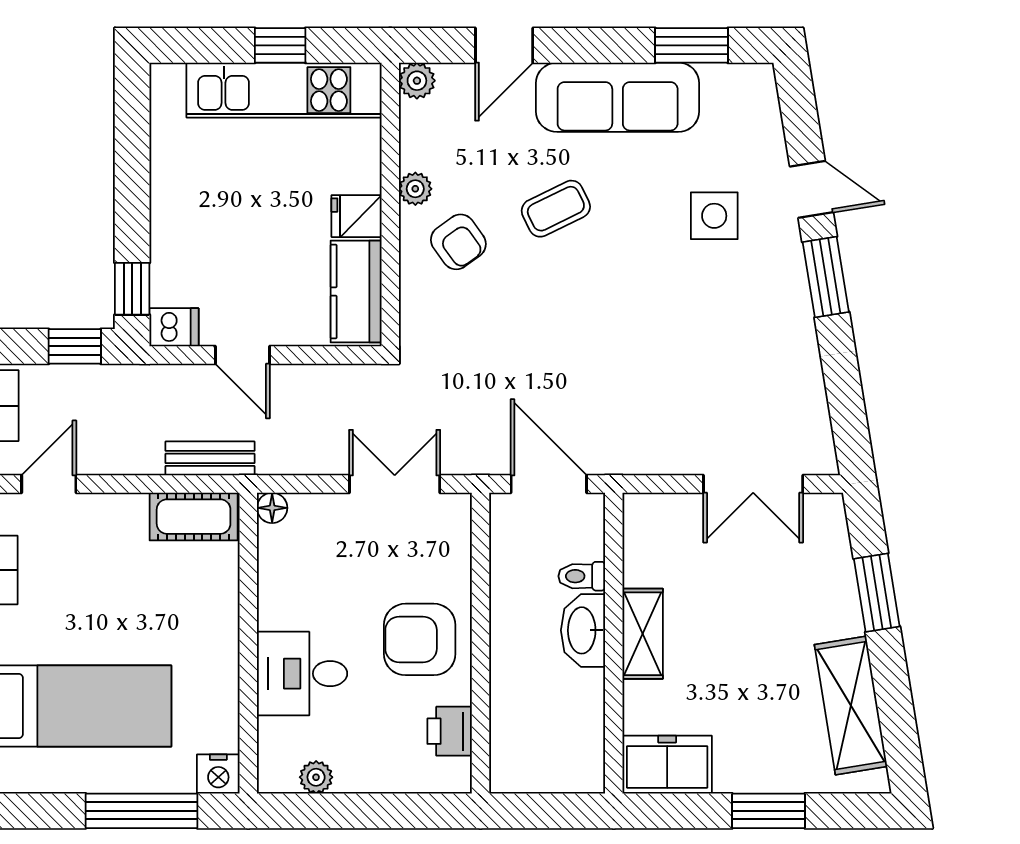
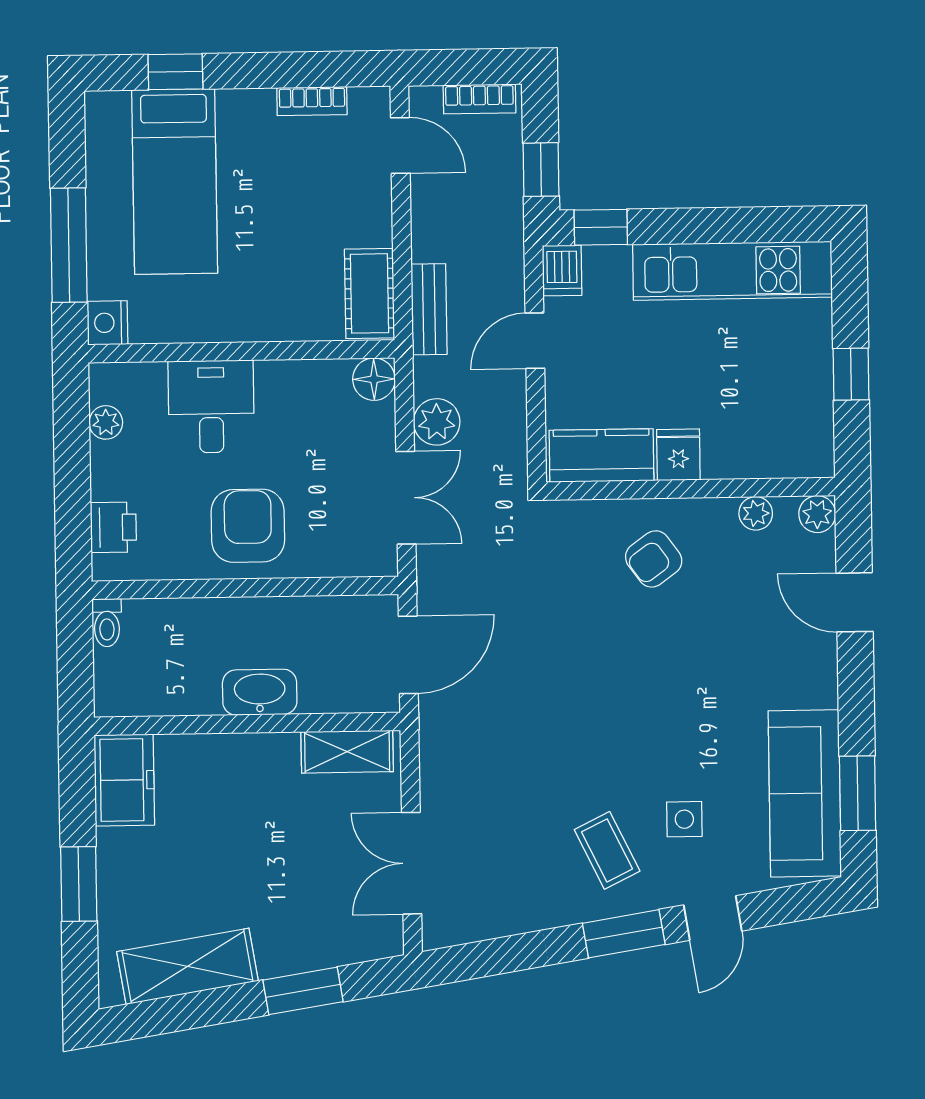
kitchen unit: (284, 90) -> (732, 271), moved, turned -90
sofa: (618, 97) -> (805, 793), moved
plant: (415, 189) -> (756, 513), moved
coffee table: (556, 209) -> (607, 850), moved
side table: (714, 216) -> (684, 819), width x0.73, depth x0.73
plant: (321, 453) -> (437, 422), added
floor lamp: (272, 508) -> (374, 379), width x1.37, depth x1.37
toilet: (582, 576) -> (107, 623), moved, turned 180
shelving: (643, 634) -> (347, 752), moved
printer: (450, 731) -> (113, 527), moved, turned 90

